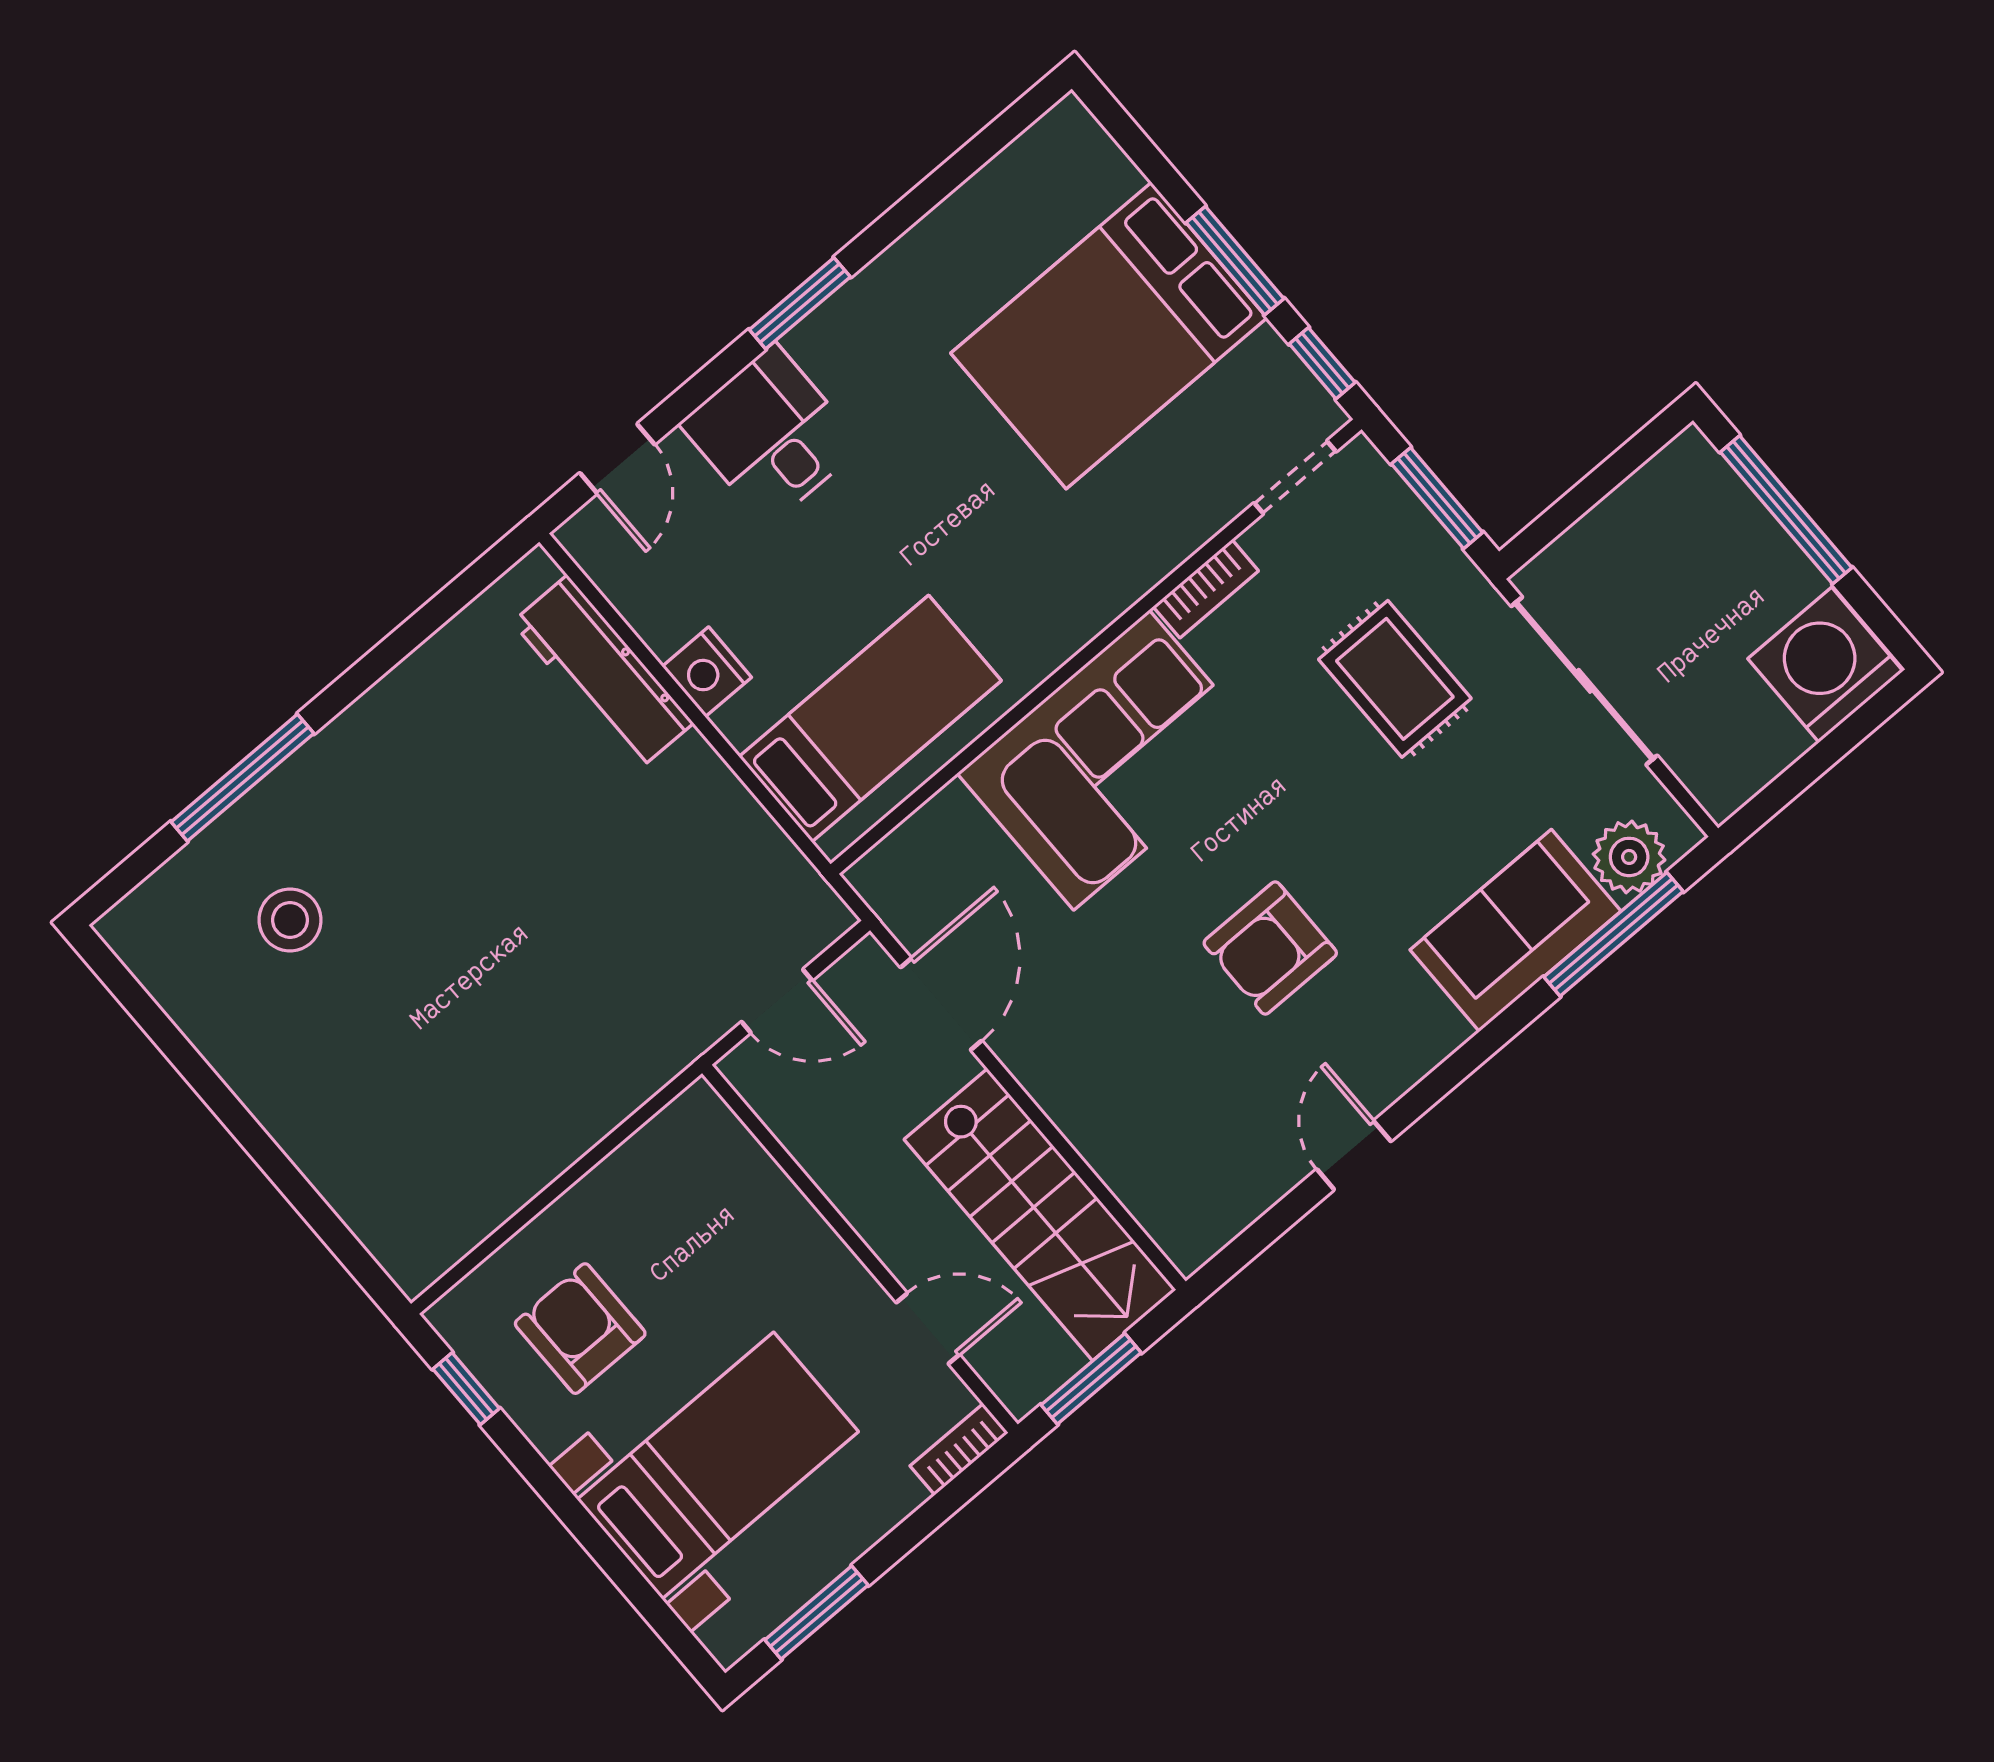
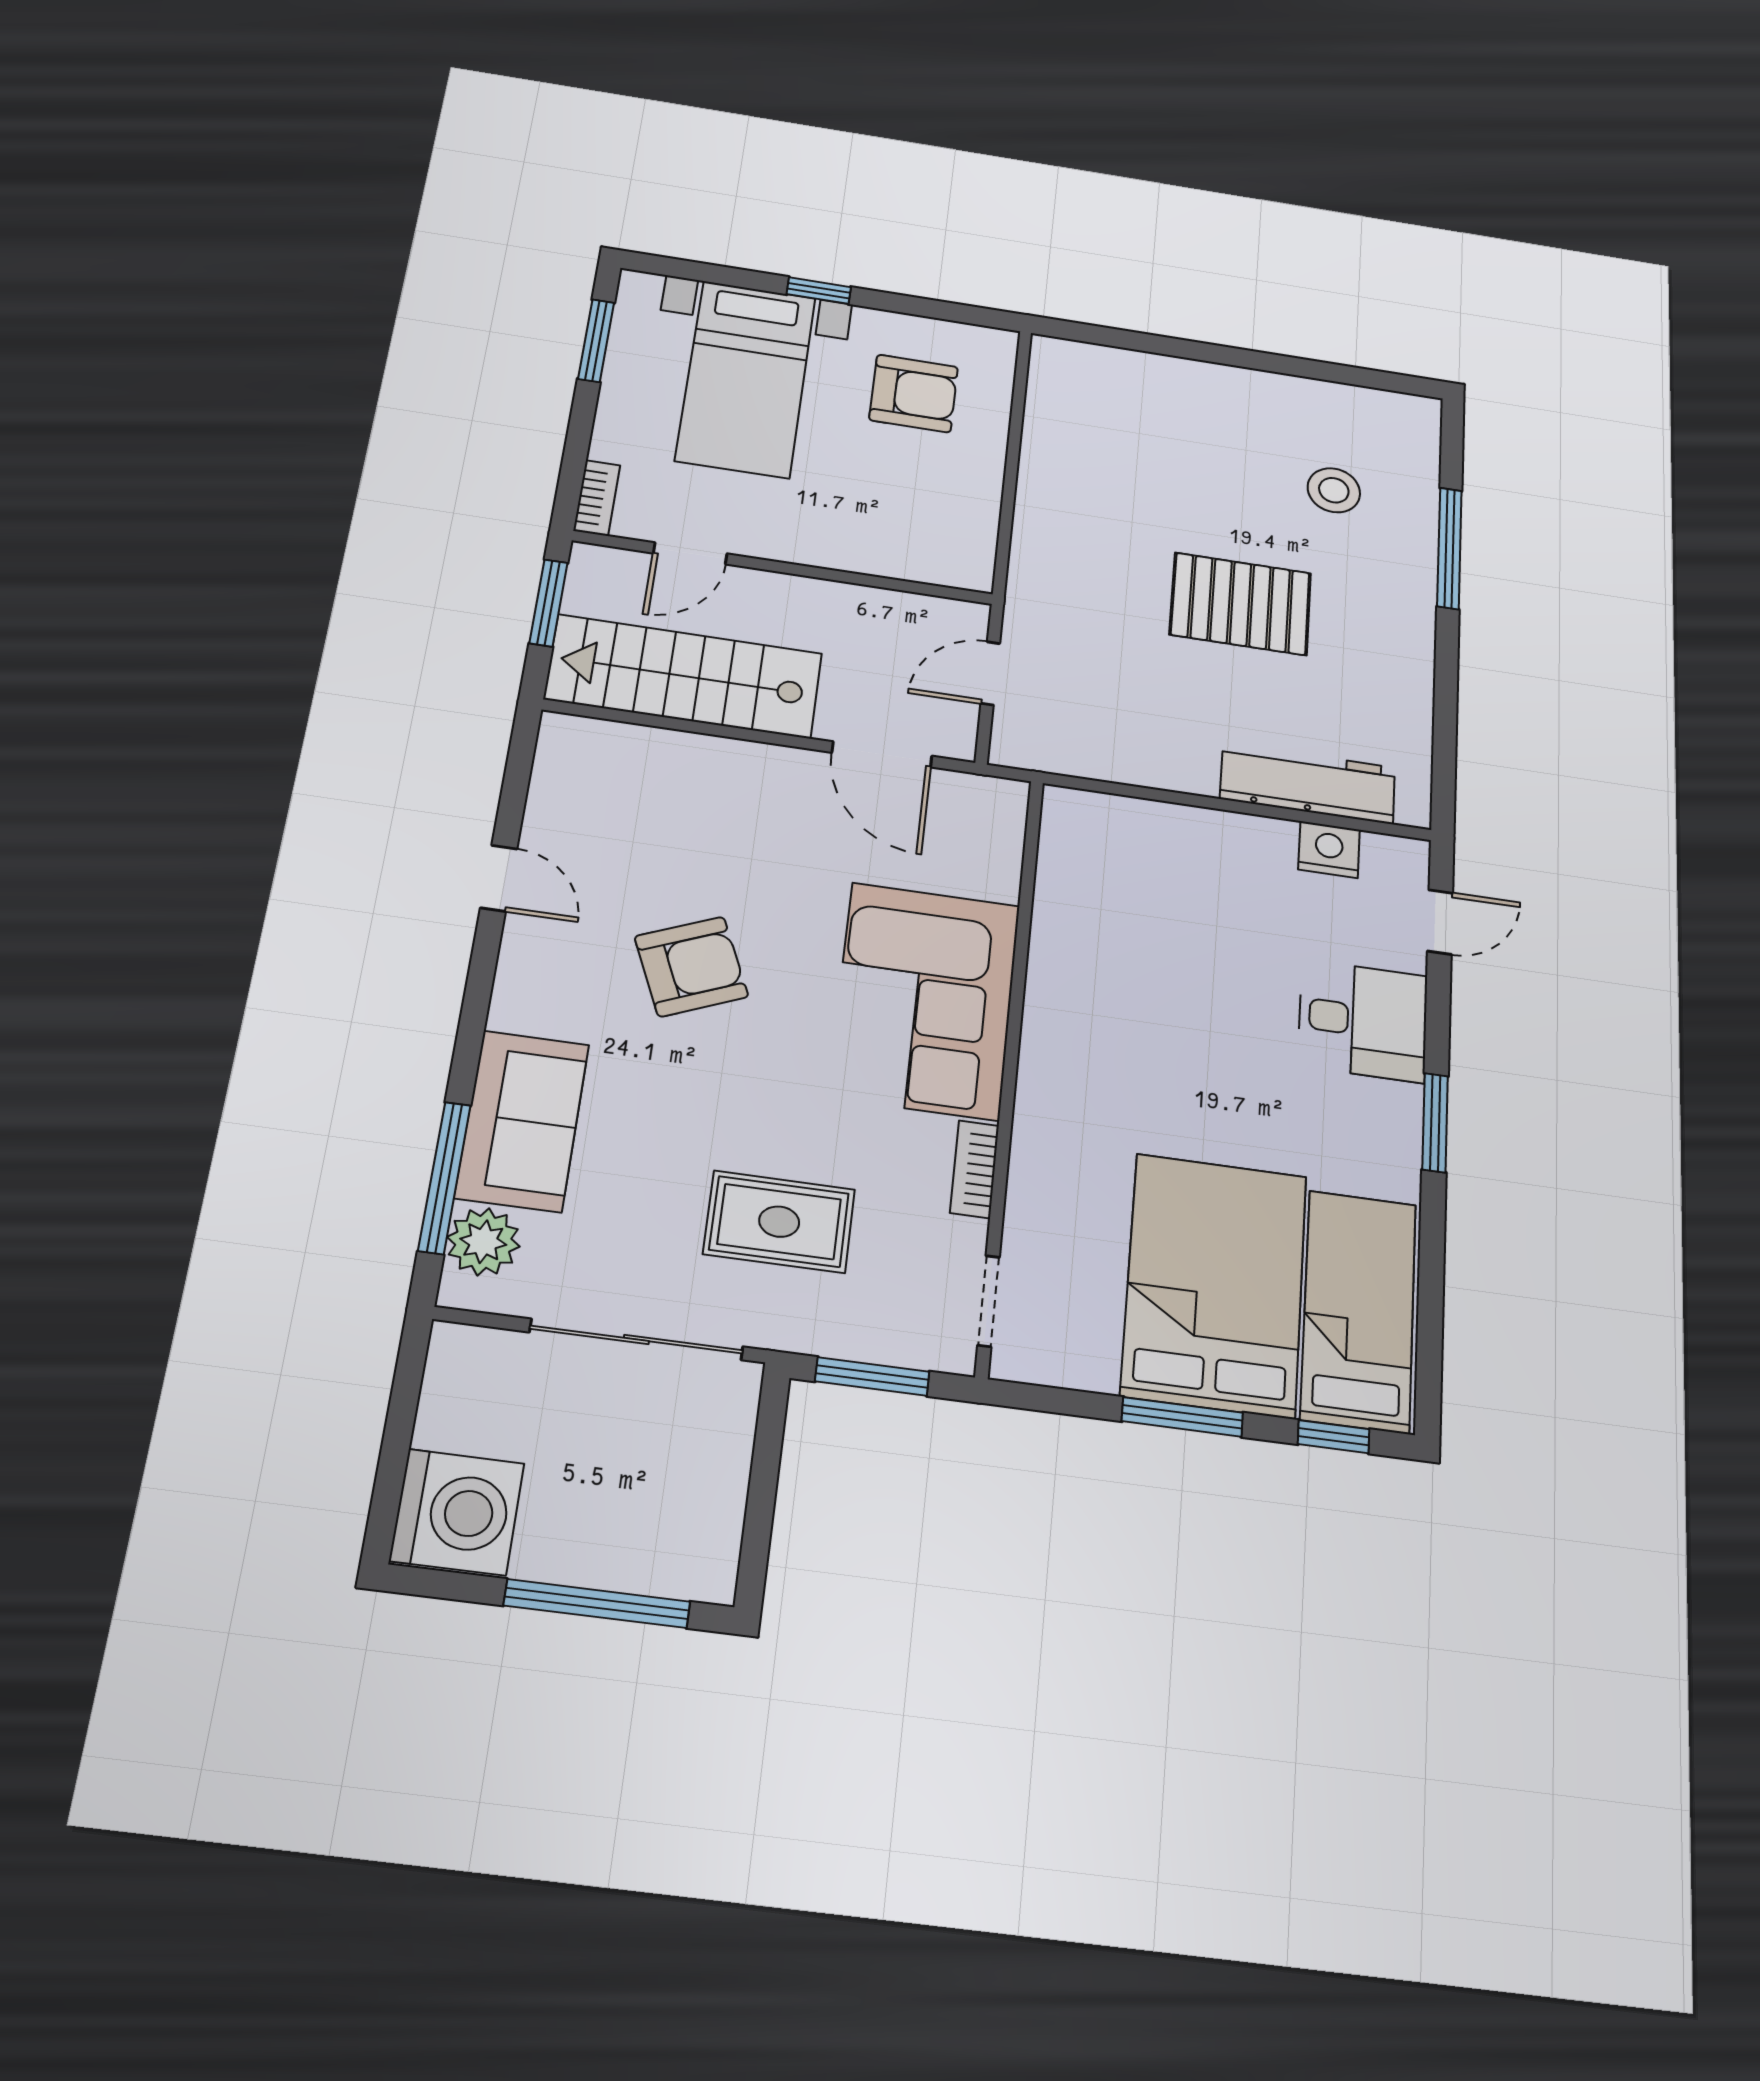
window: (1322, 363) -> (1334, 1437), moved
door: (617, 459) -> (1440, 922), swing flipped
nightstand: (707, 672) -> (1329, 850), moved
bed: (870, 719) -> (1359, 1311), moved, turned 180
pallet: (490, 883) -> (1240, 604), added
armchair: (1270, 948) -> (691, 967), turned 67
window: (466, 1389) -> (819, 291), moved

